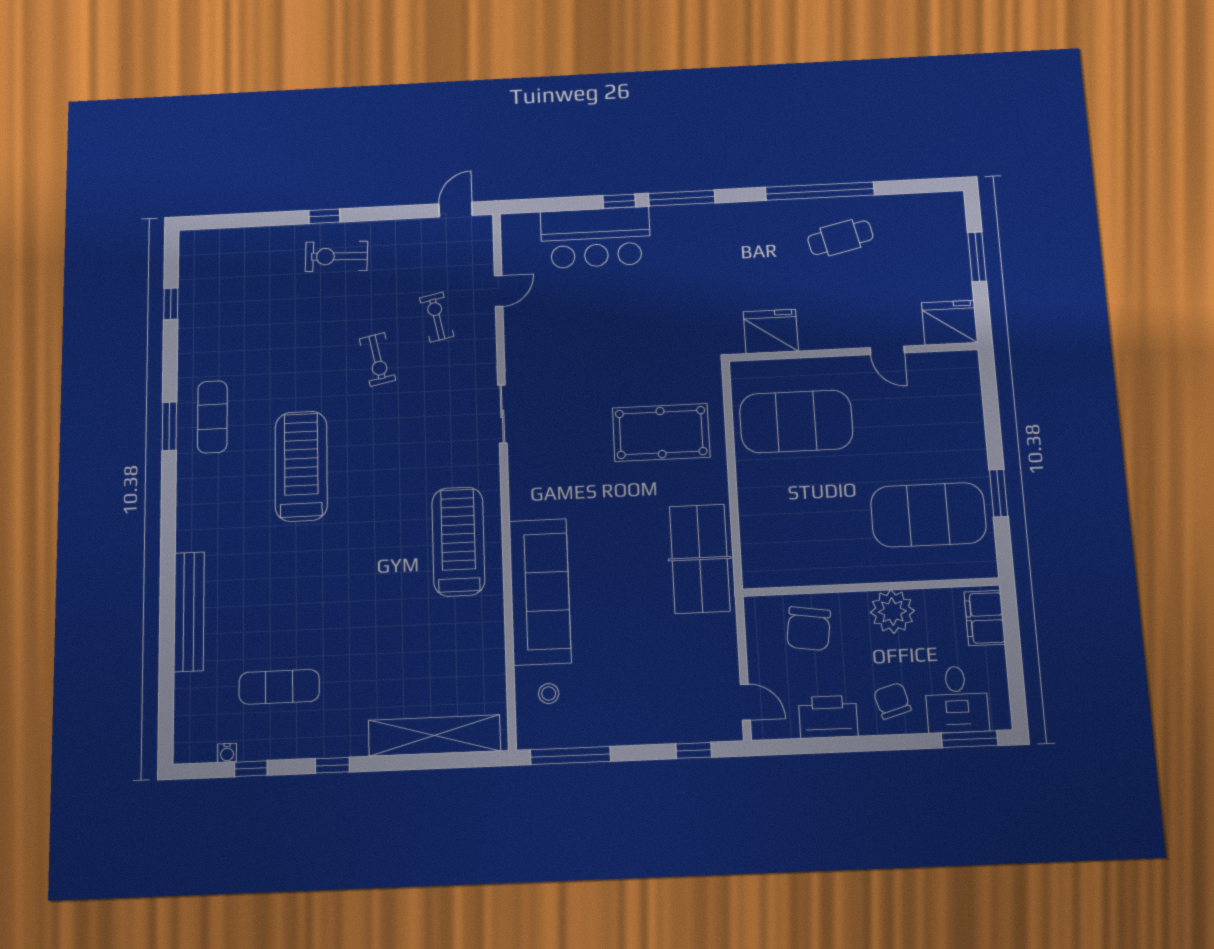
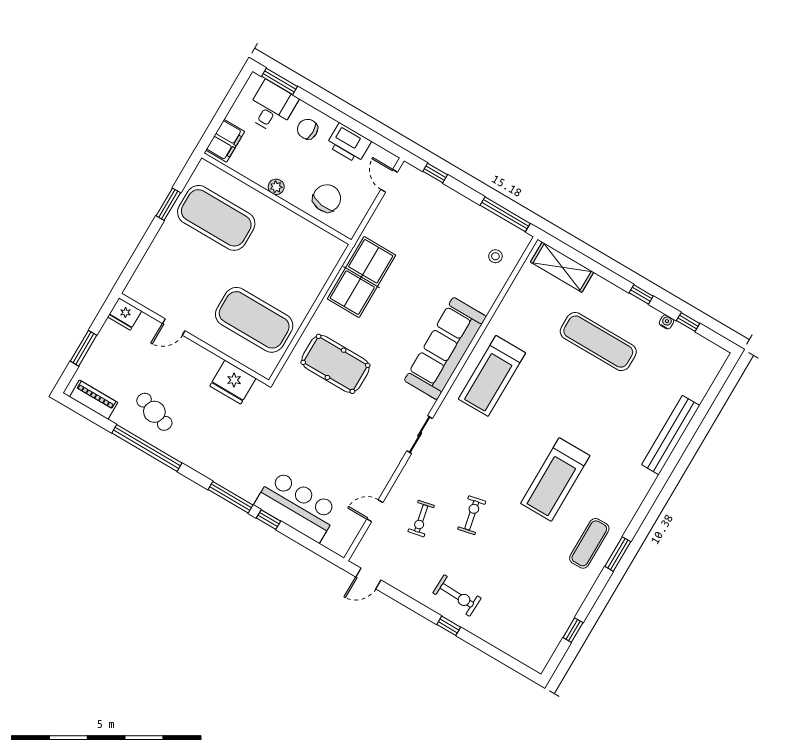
piano: (922, 206) -> (94, 400), added
cafe table: (840, 238) -> (154, 412), turned 31
fridge: (950, 323) -> (125, 314), width x0.73, depth x0.75
door: (887, 350) -> (174, 327), swing flipped
sofa: (540, 592) -> (445, 348), moved
plant: (892, 612) -> (276, 187), width x0.53, depth x0.53
exercise mat: (279, 687) -> (598, 342), moved, width x1.36, depth x1.45
chair: (892, 701) -> (308, 129), turned 106
shelving: (434, 736) -> (562, 267), width x0.68
water cooler: (227, 753) -> (666, 322), moved

